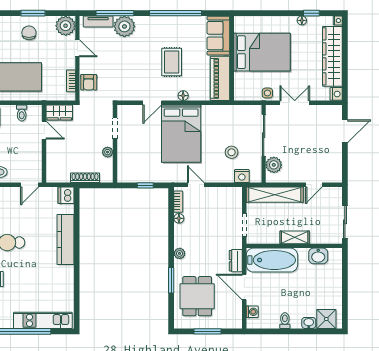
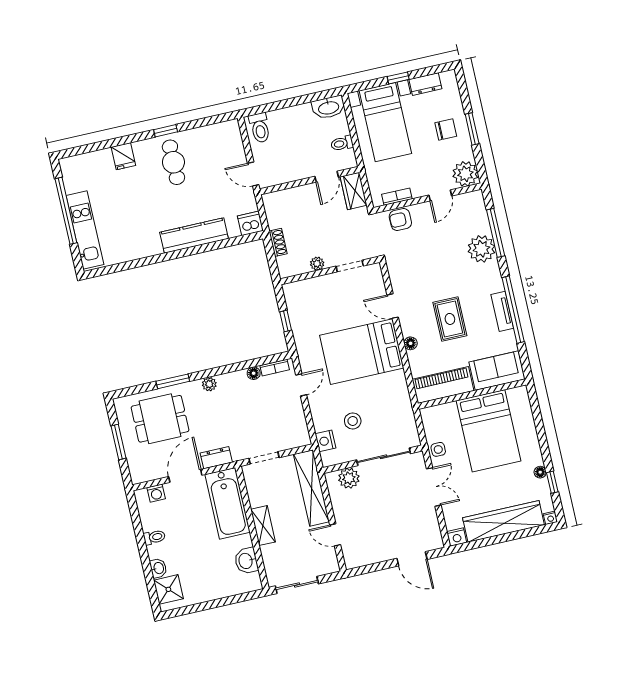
tv unit: (98, 21) -> (502, 311), moved
rug: (172, 62) -> (450, 319), turned 90
shoe rack: (85, 178) -> (278, 242), width x0.70

